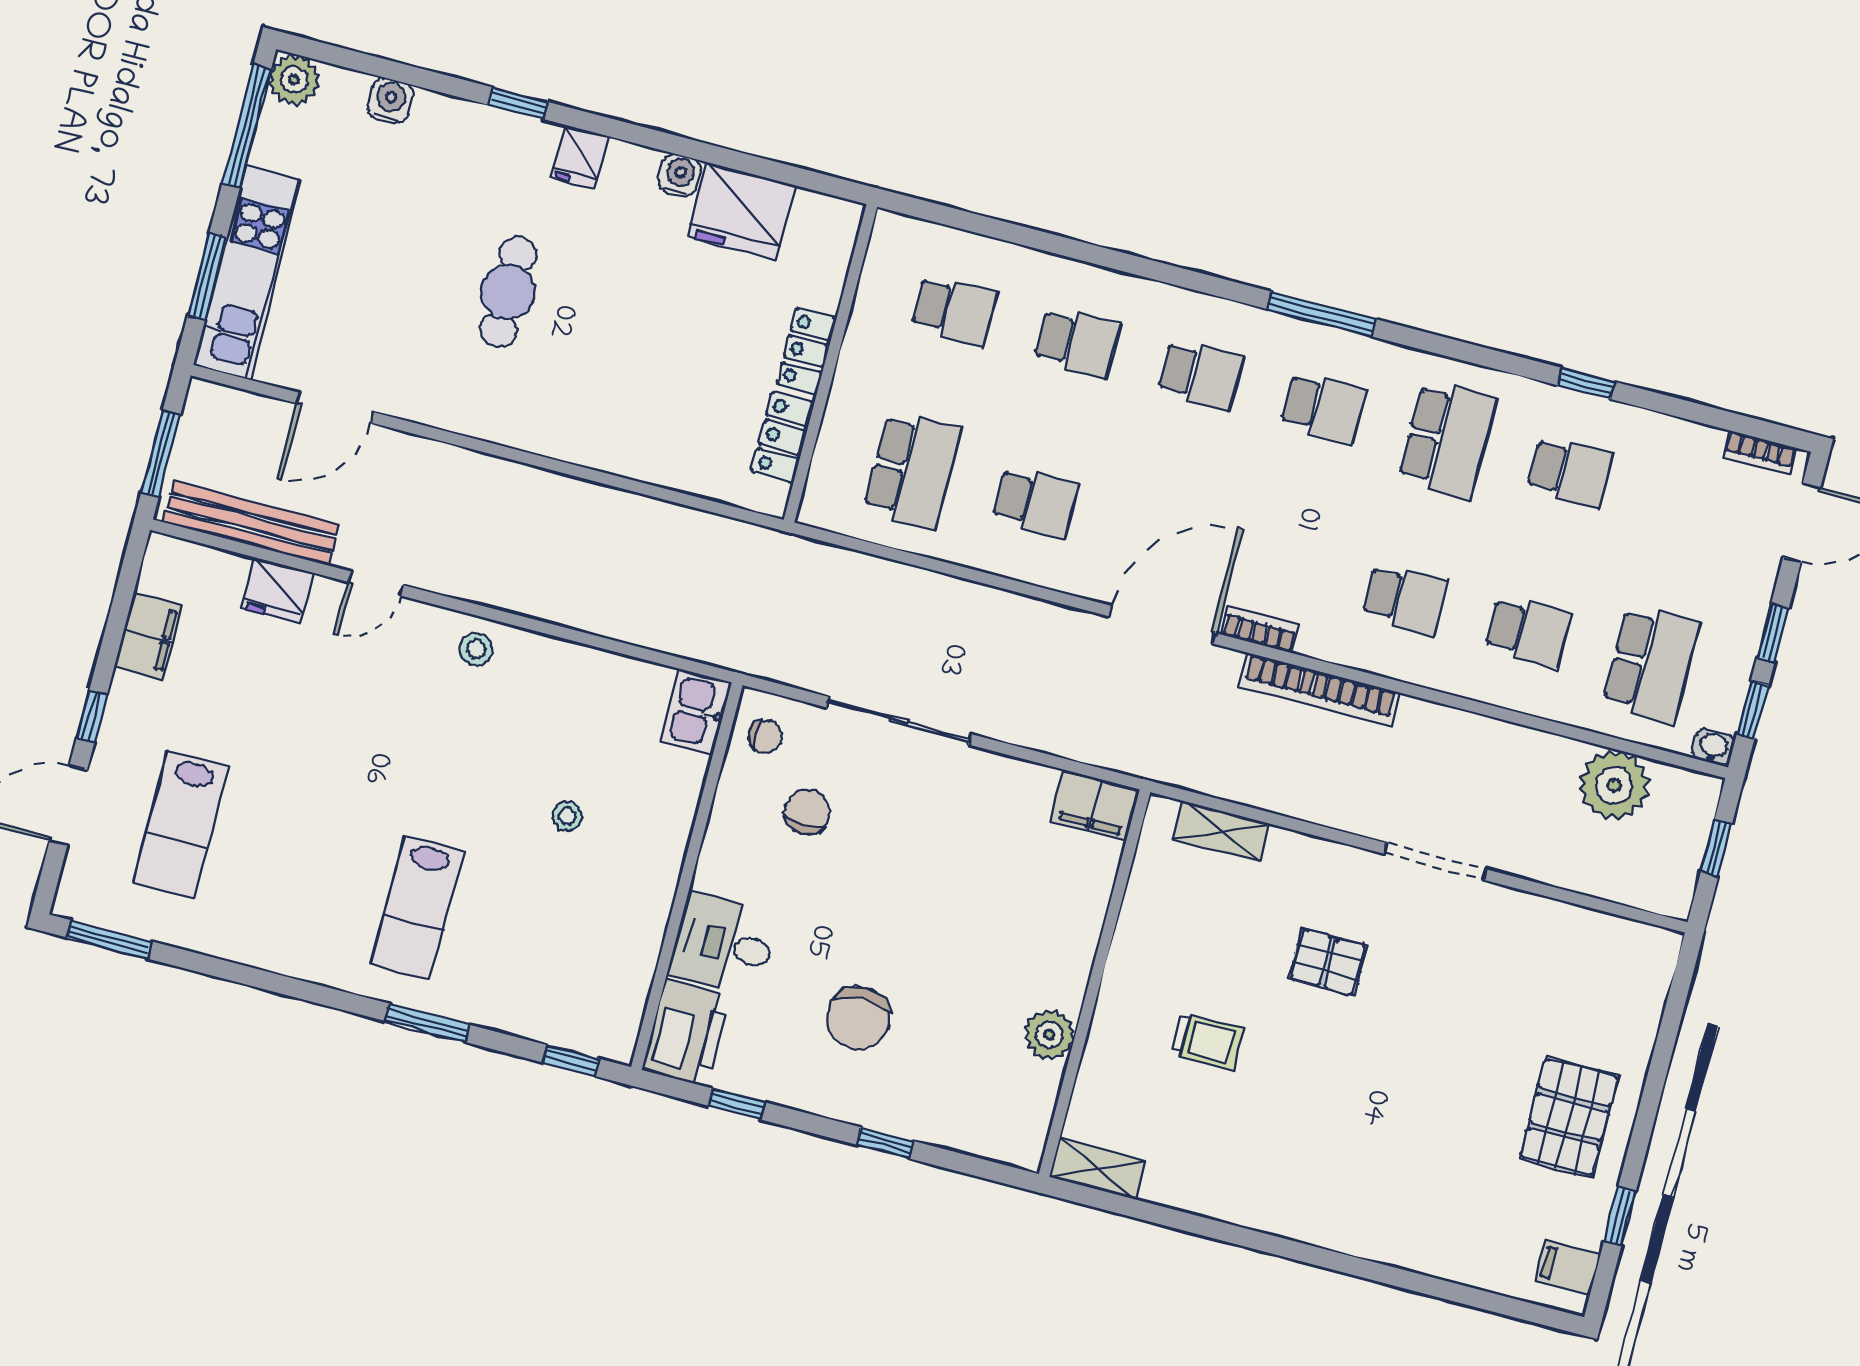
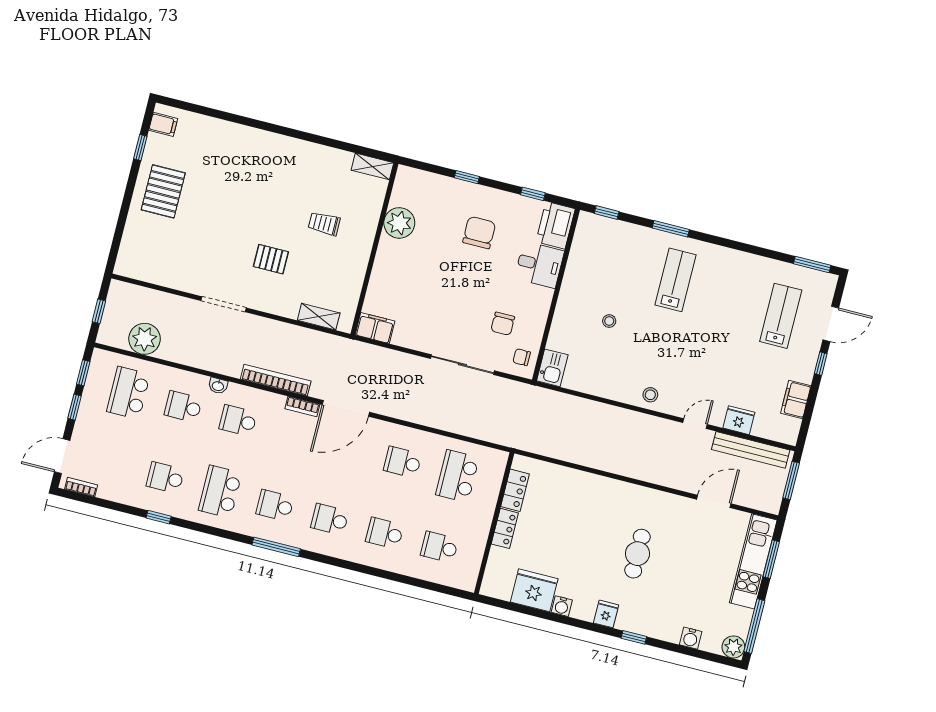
washbasin: (1713, 747) -> (218, 386), moved
plant: (1049, 1035) -> (399, 223), width x1.36, depth x1.36

